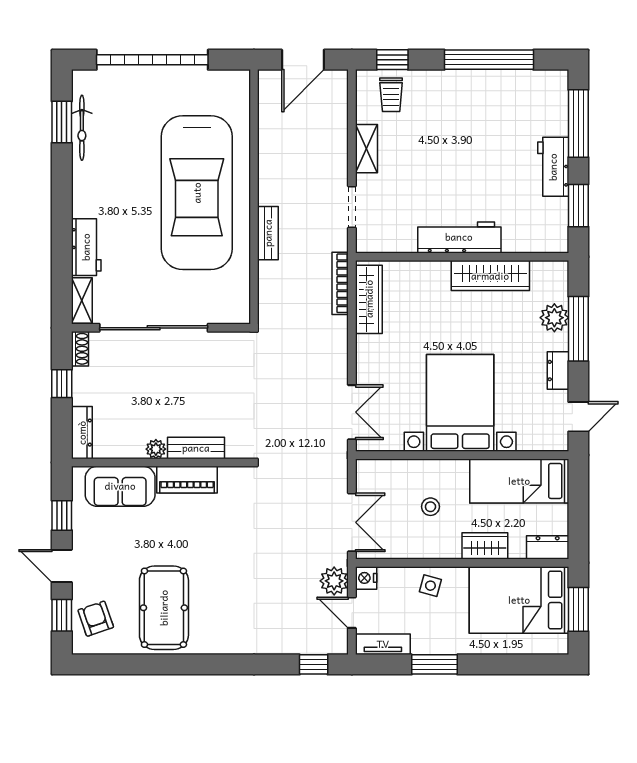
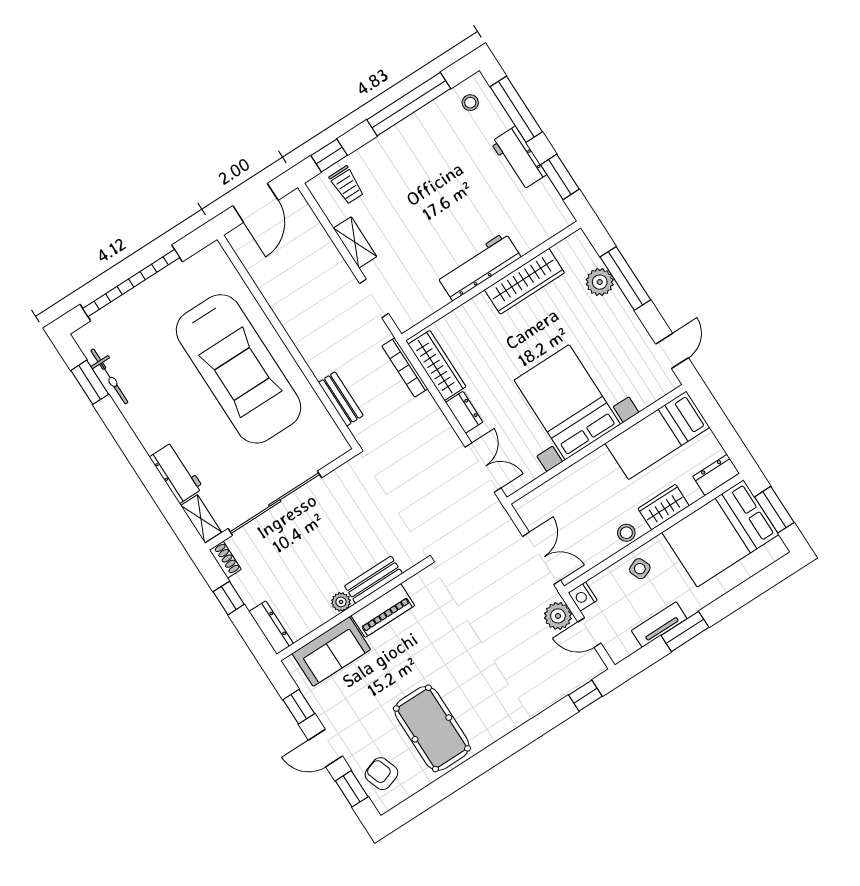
stool: (543, 92) -> (470, 103), added
bench: (268, 233) -> (341, 399), moved
dresser: (558, 371) -> (464, 412), moved, turned 180
stool: (430, 507) -> (626, 533), moved
side table: (430, 586) -> (640, 569), turned -38
tv unit: (383, 644) -> (659, 625), moved

